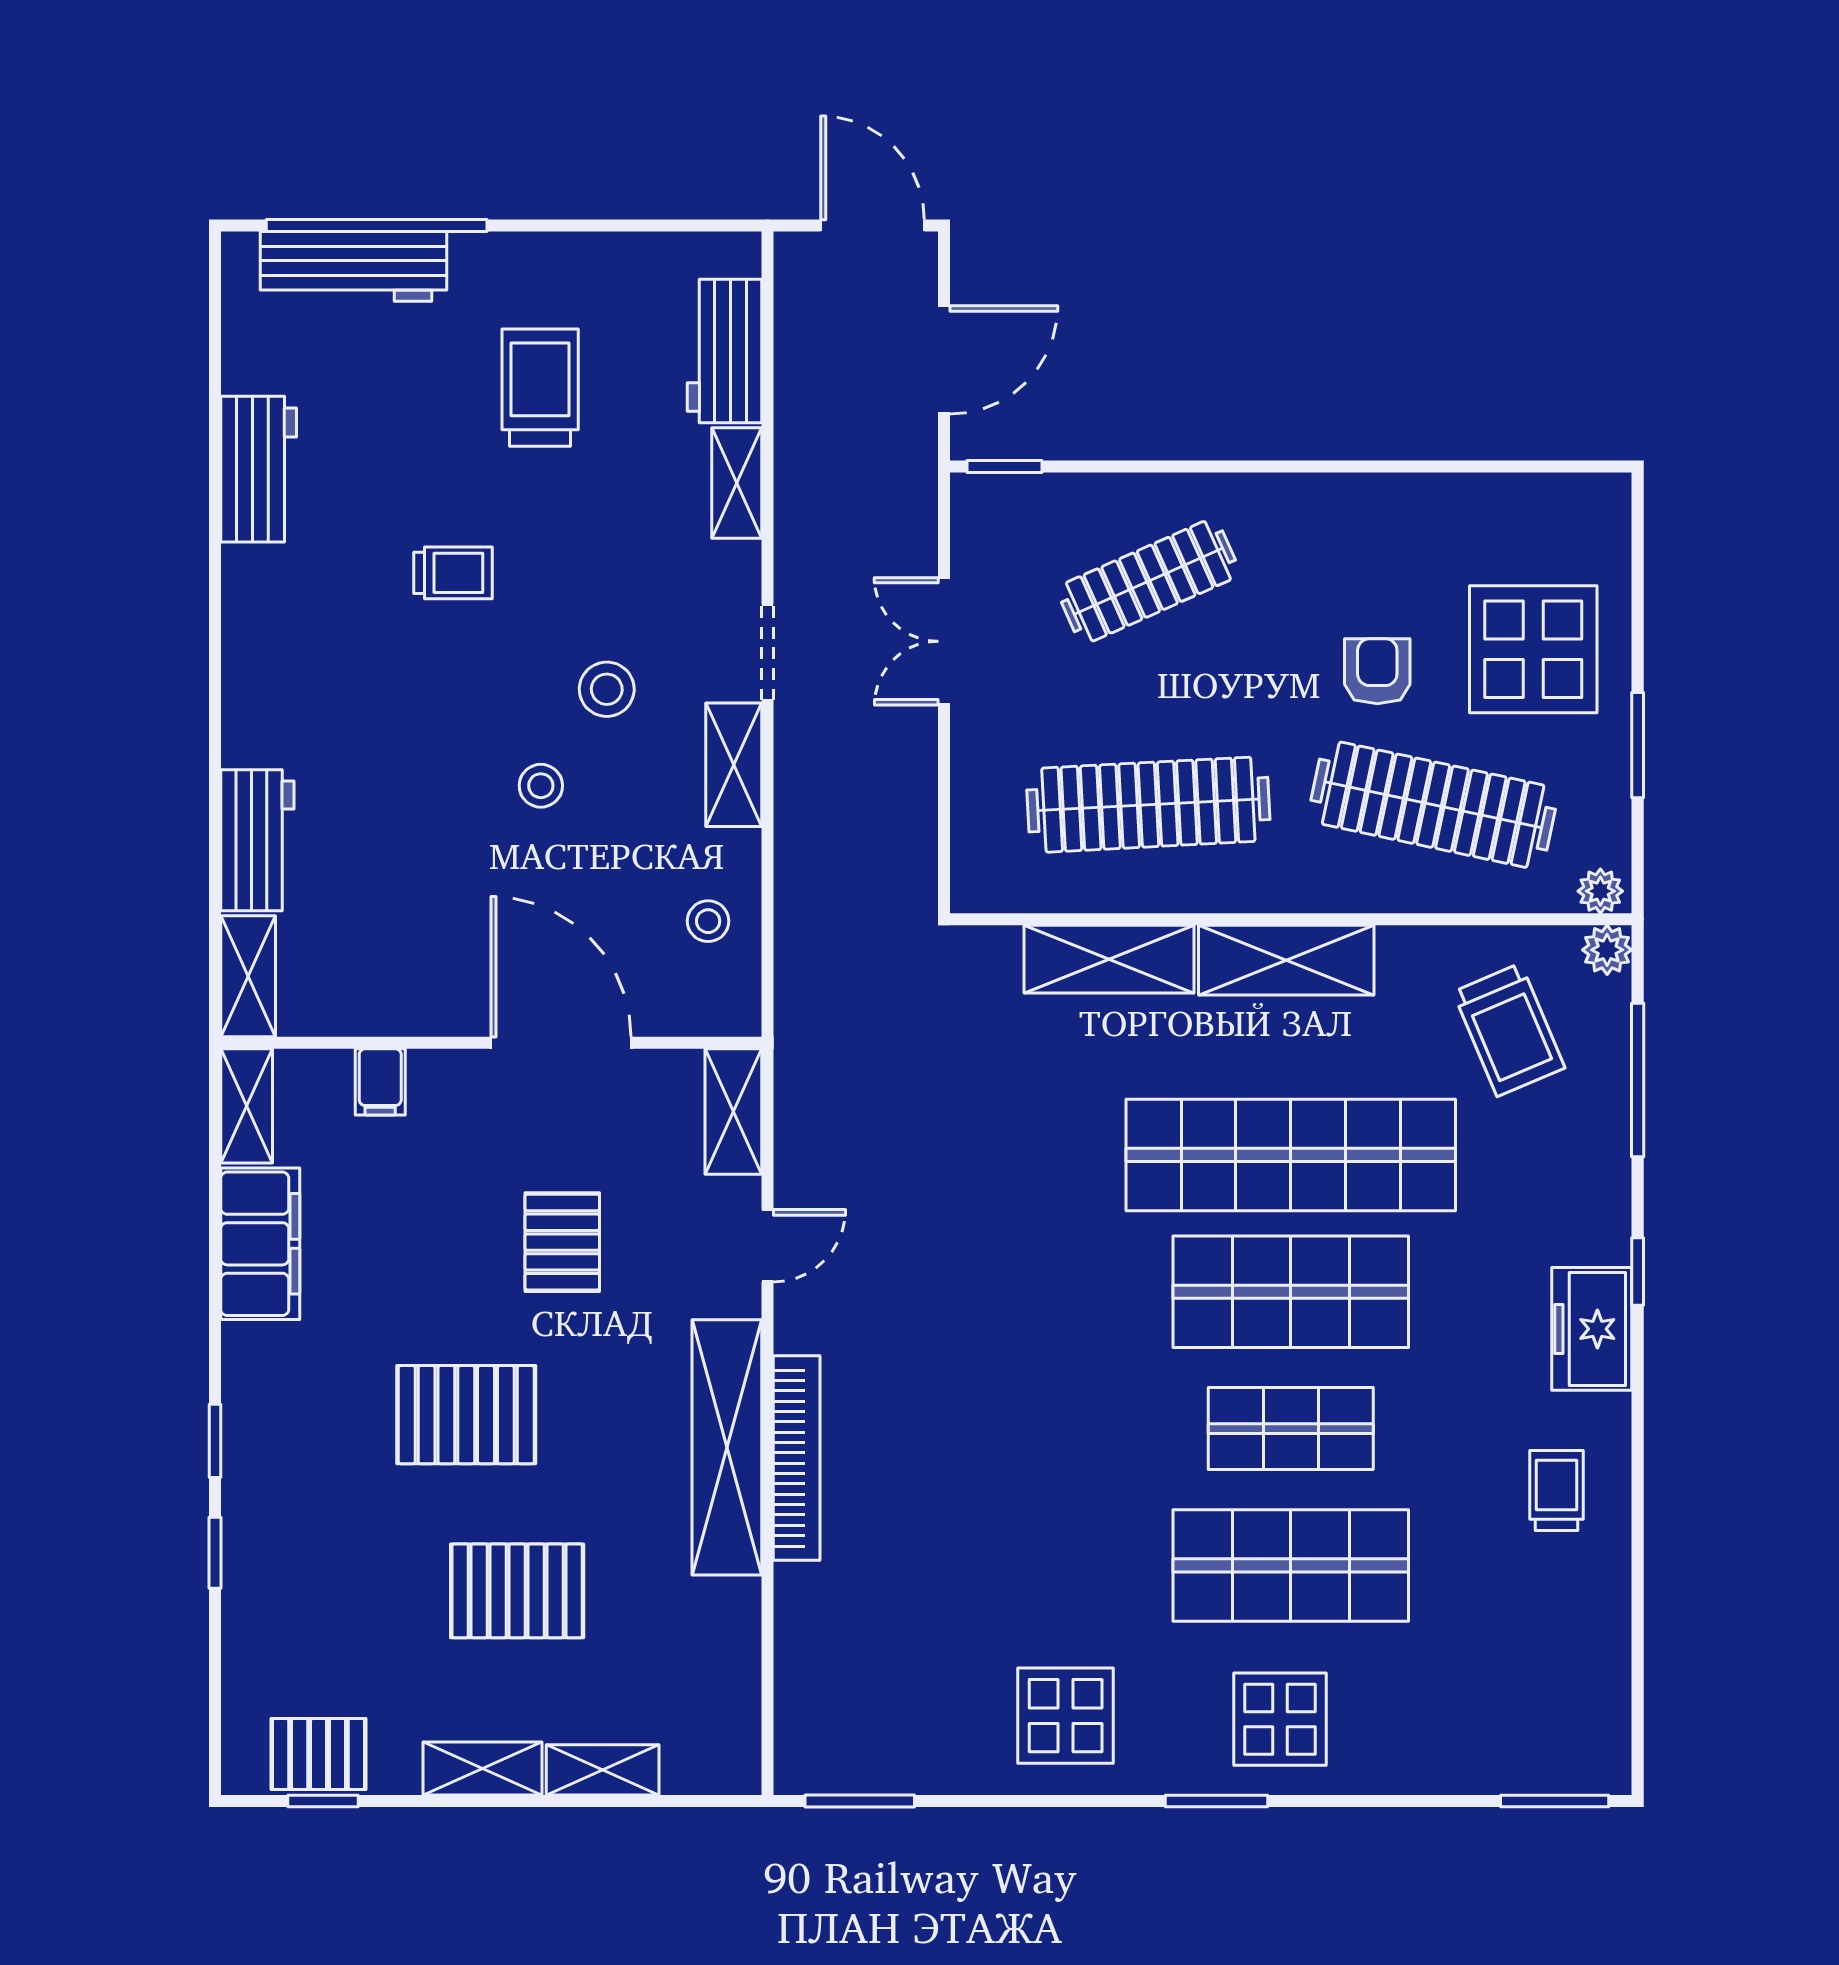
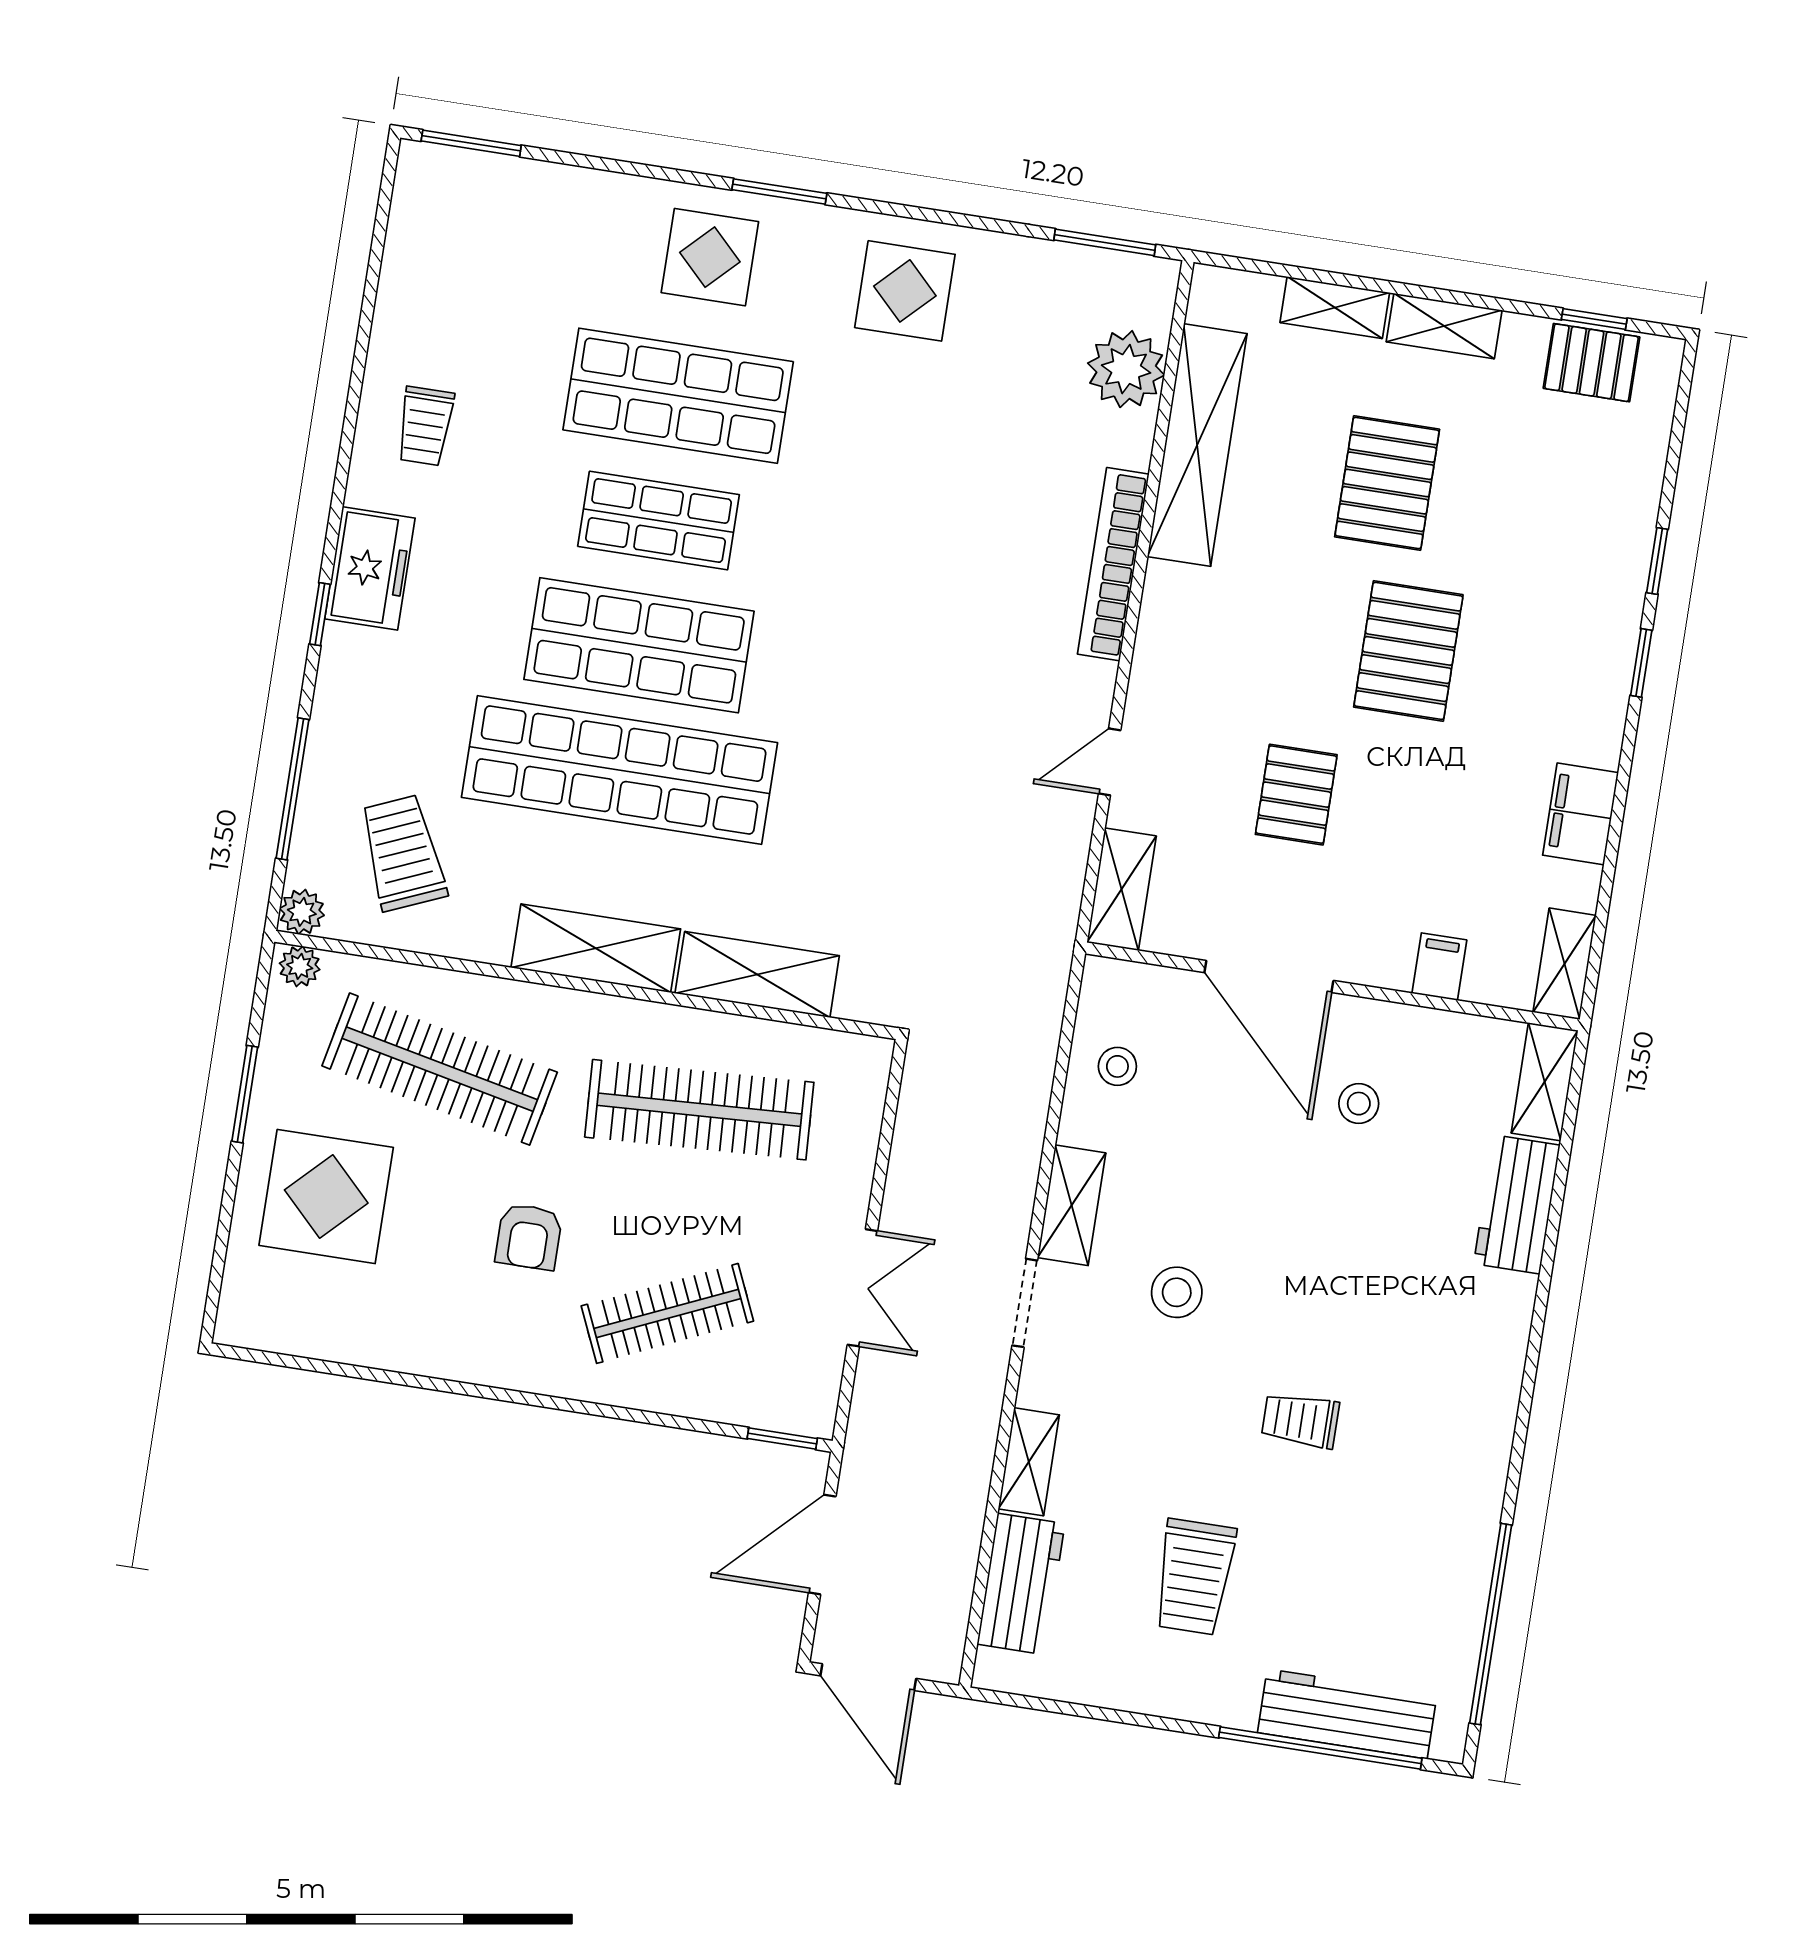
window: (215, 387) -> (1491, 1624), added
workbench: (259, 469) -> (1463, 1543), removed
armchair: (1377, 671) -> (529, 1237), moved
stool: (541, 786) -> (1359, 1104), moved
filing cabinet: (260, 1244) -> (1581, 814), width x0.67, depth x0.86
pallet: (466, 1415) -> (1408, 651), turned 90
shelving: (727, 1447) -> (1197, 445), moved
pallet: (517, 1591) -> (1387, 483), turned 90
plant: (816, 1669) -> (1126, 369), added

